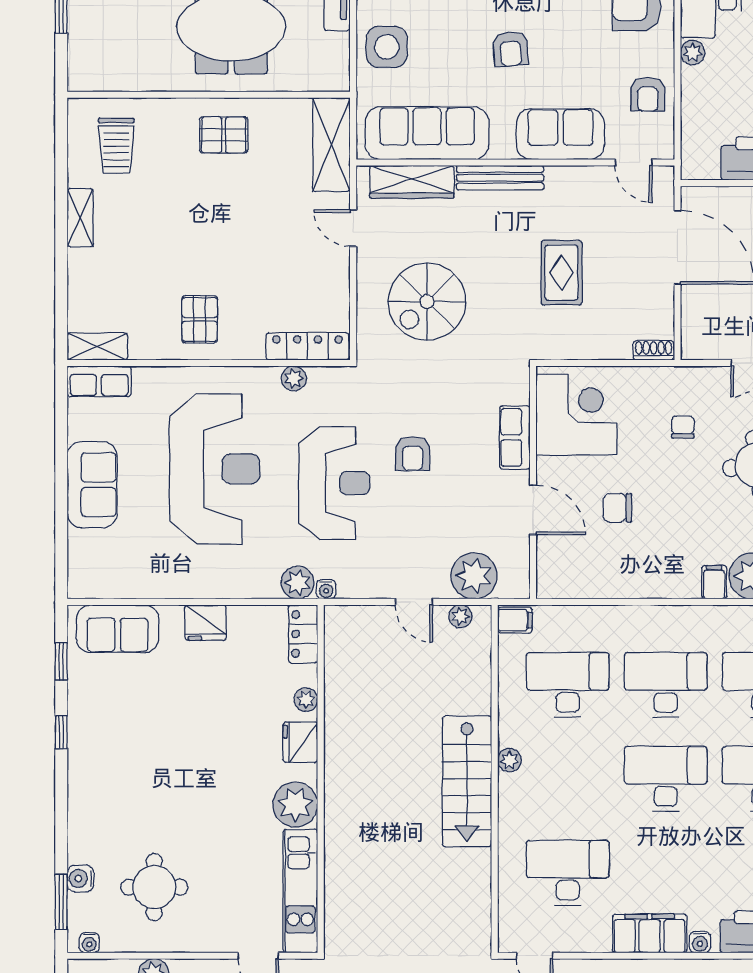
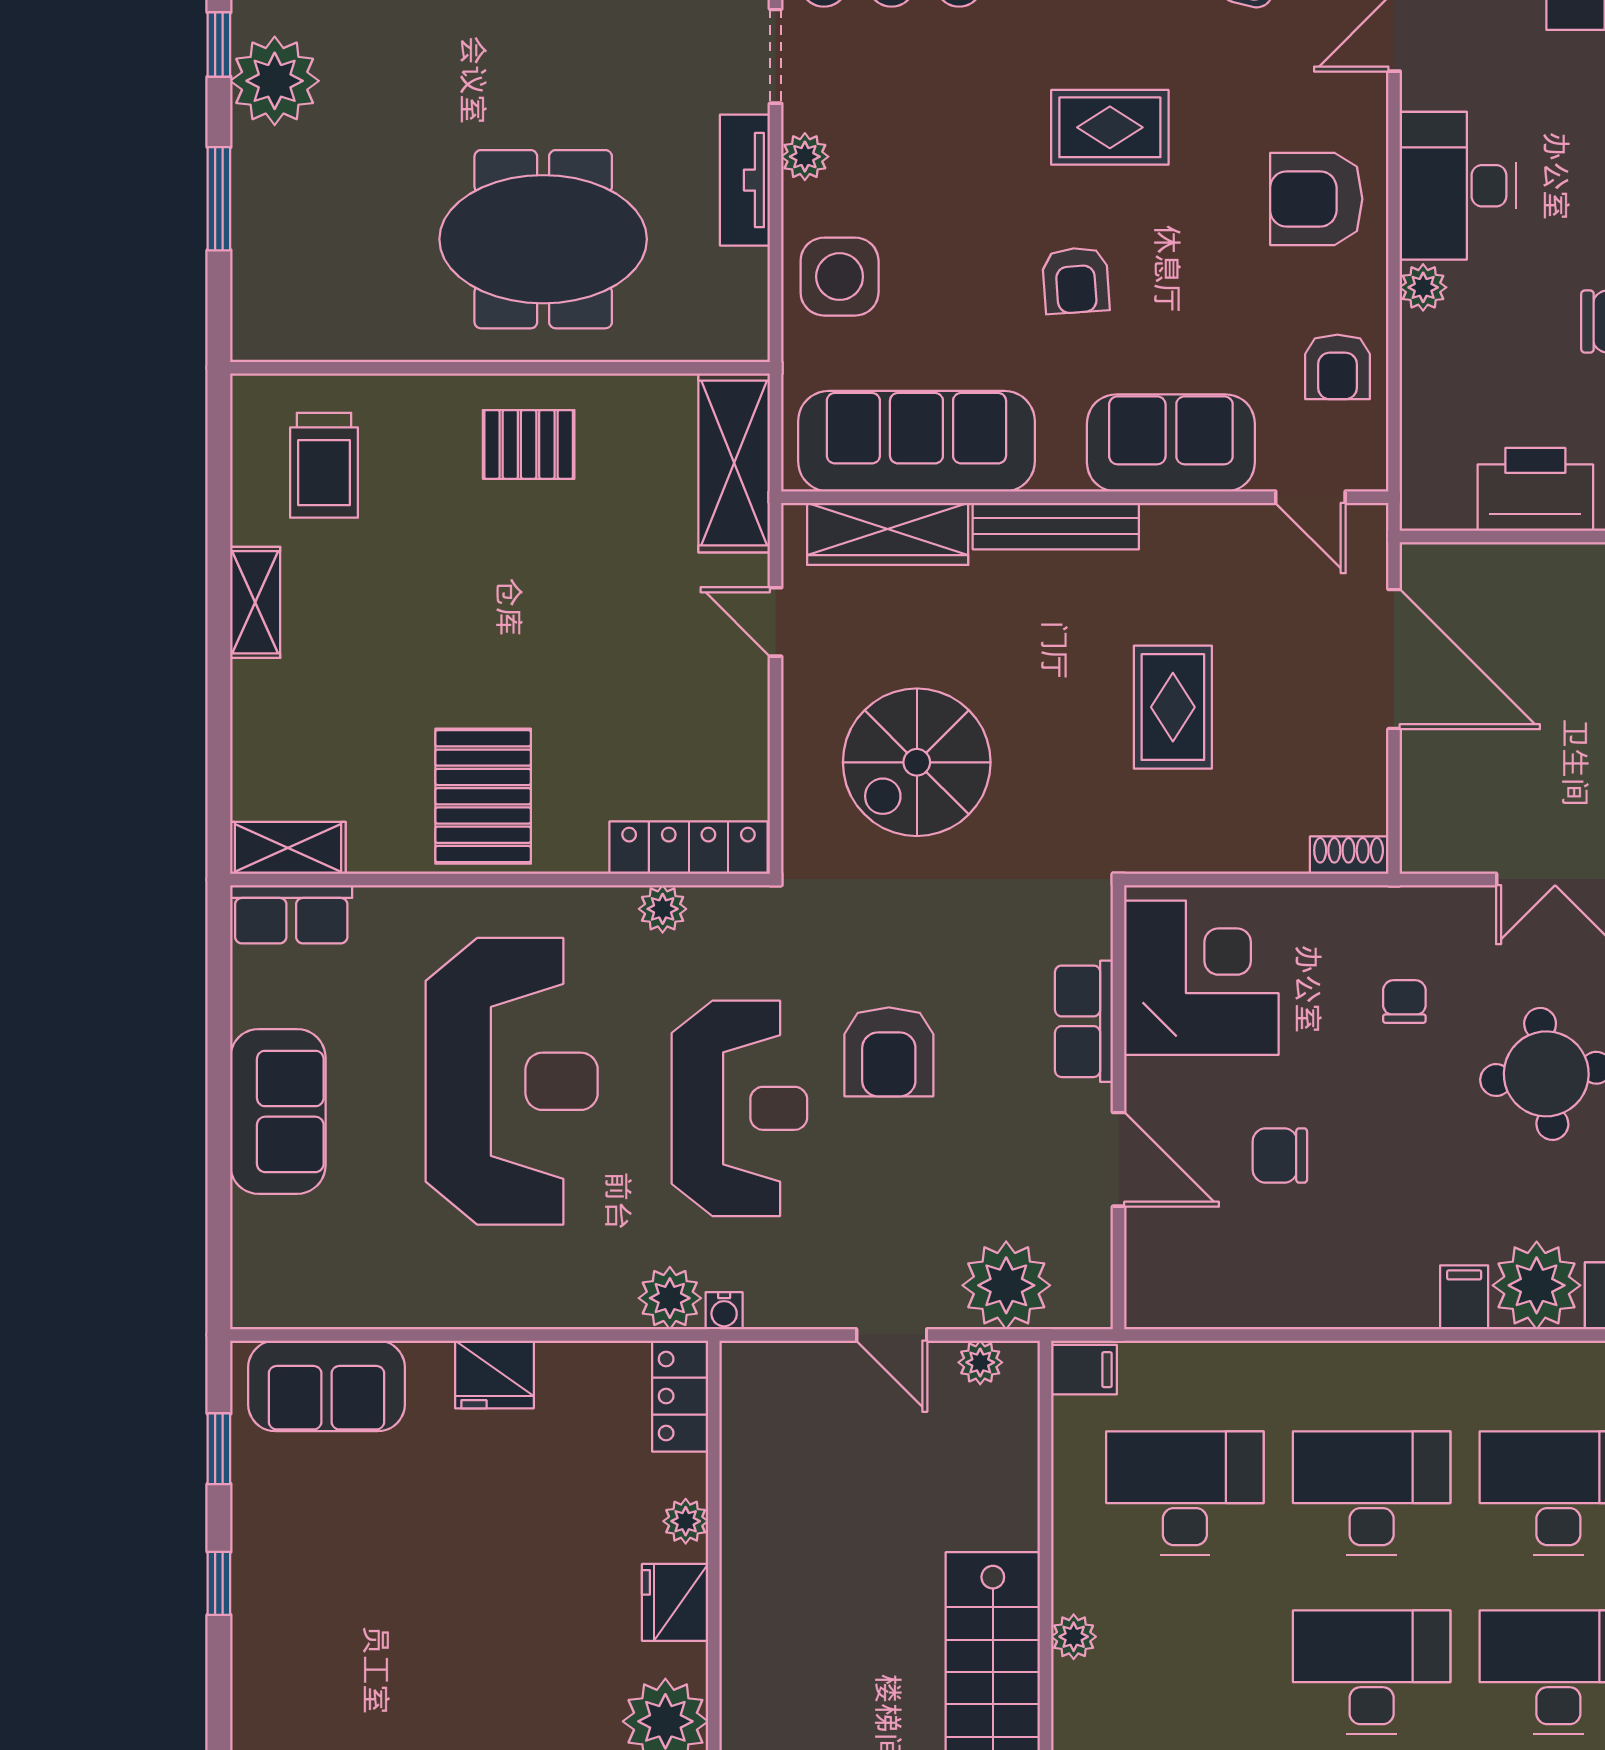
pallet: (200, 319) -> (483, 796), width x1.50, depth x1.42
armchair: (413, 453) -> (889, 1052), width x1.38, depth x1.38

